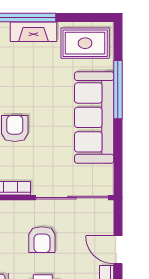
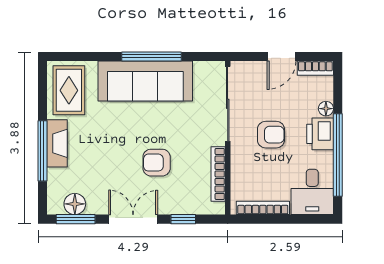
window: (118, 90) -> (151, 56), moved

